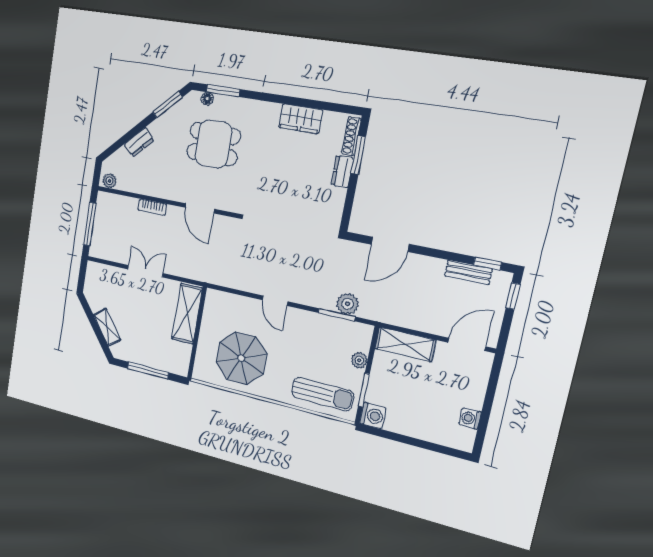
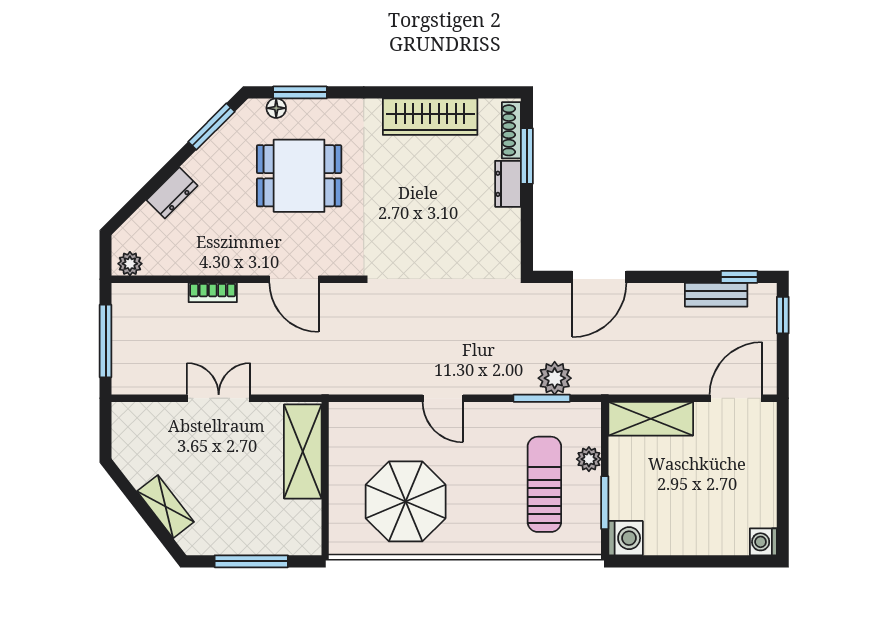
wardrobe: (300, 119) -> (430, 117), width x1.50
sun lounger: (322, 394) -> (544, 484), moved, turned -90
washing machine: (470, 418) -> (763, 542), moved

